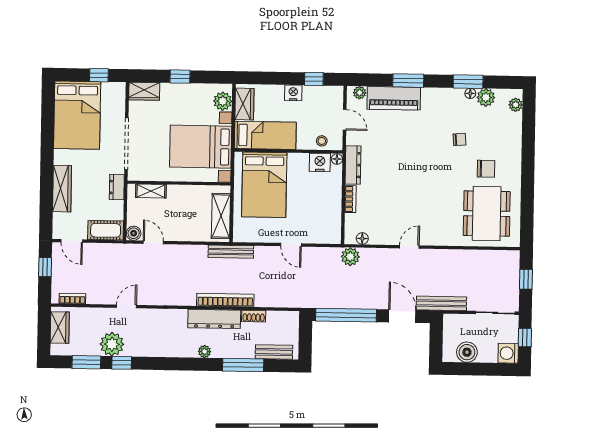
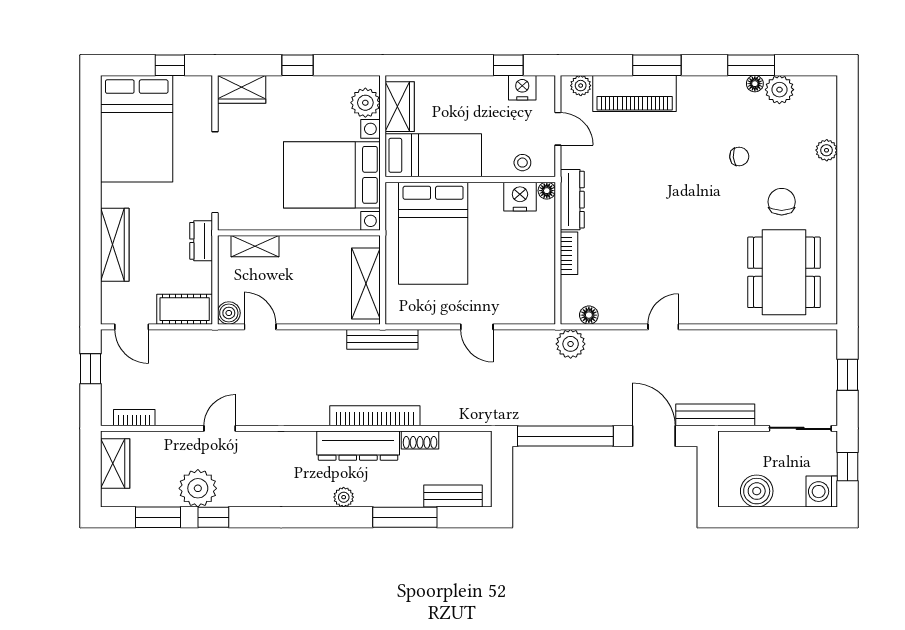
nightstand: (293, 93) -> (522, 88), moved
plant: (516, 105) -> (827, 150), moved
chair: (486, 169) -> (782, 202), turned -90

